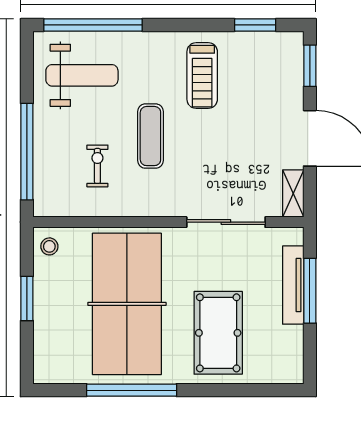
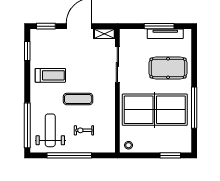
window: (27, 152) -> (69, 155), moved
exercise bike: (97, 166) -> (84, 130), moved
tv unit: (293, 285) -> (165, 34), moved
window: (310, 291) -> (159, 26), moved
window: (27, 299) -> (170, 155), moved

